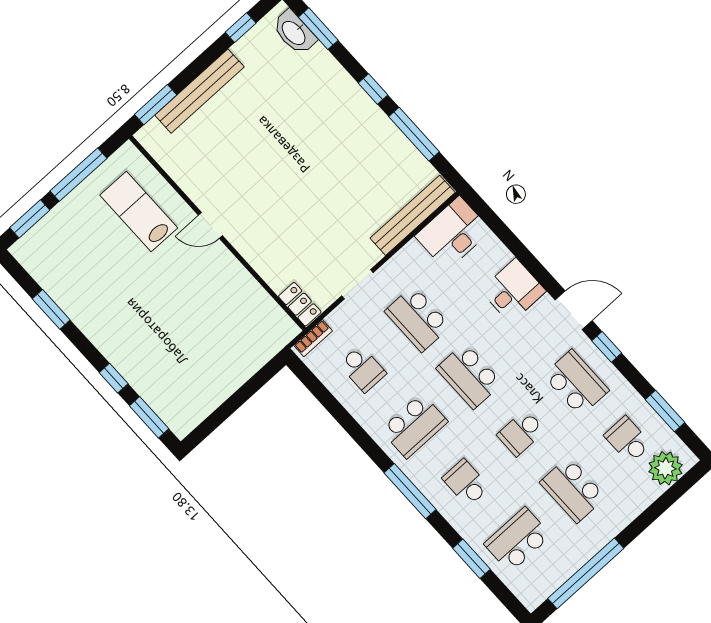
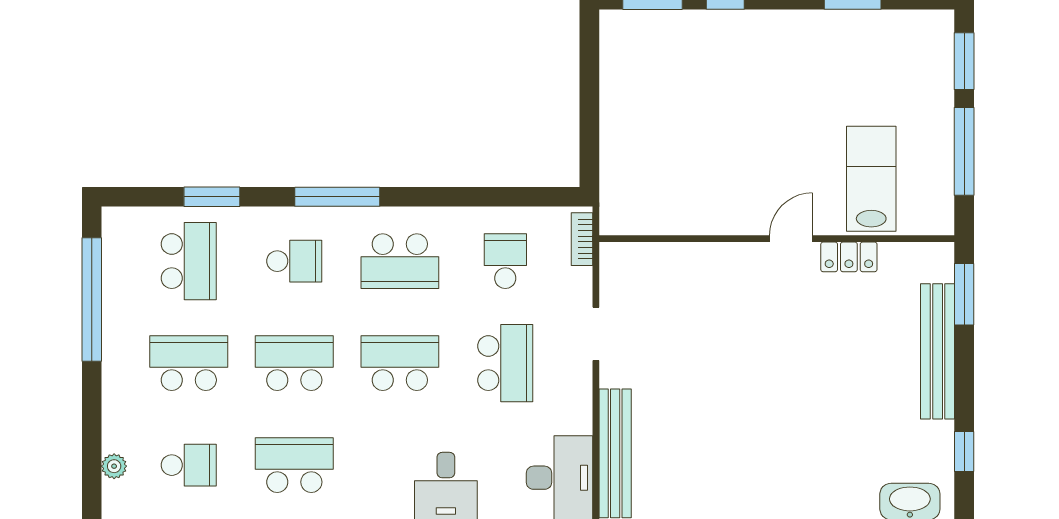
lab bench: (139, 211) -> (871, 179), turned -90
locker: (300, 304) -> (849, 257), moved
school desk: (418, 319) -> (505, 363), turned 90
school desk: (363, 369) -> (505, 261), turned 90
school desk: (576, 383) -> (294, 465), turned 180
school desk: (414, 426) -> (400, 261), turned -90
school desk: (521, 433) -> (294, 363), width x1.85
plant: (665, 468) -> (114, 466), width x0.53, depth x0.53

